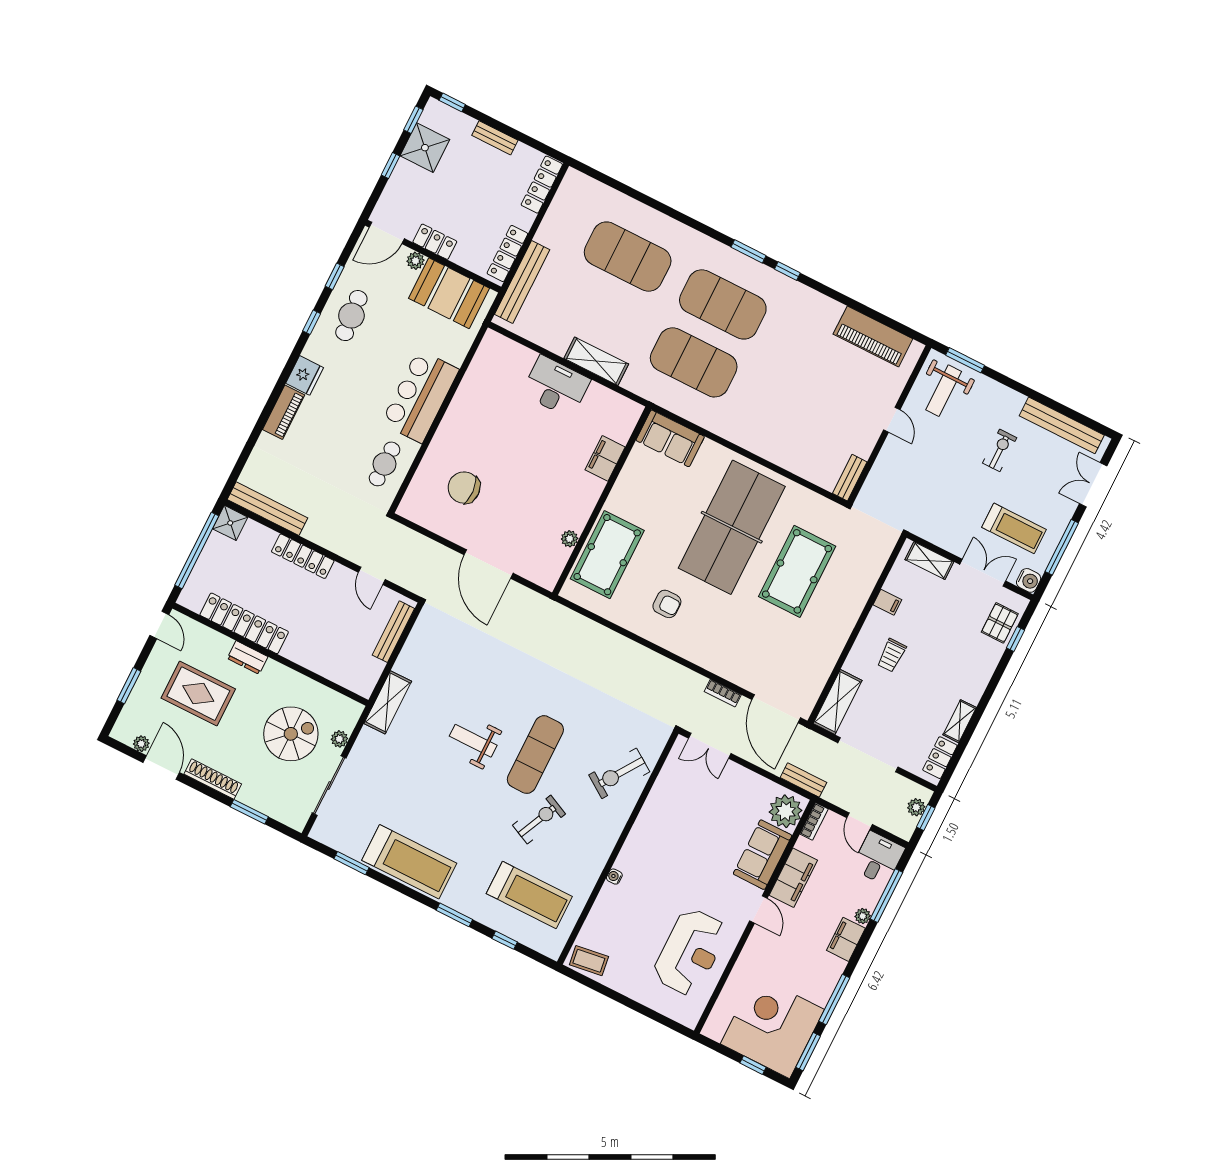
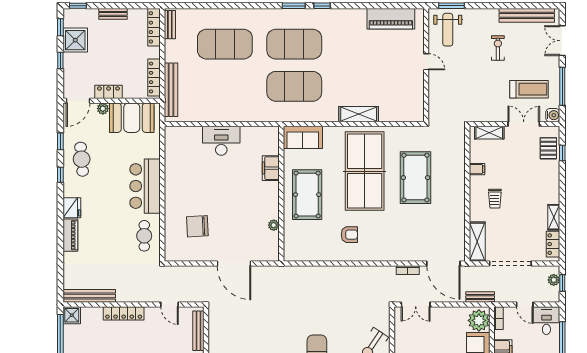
shelving: (596, 361) -> (359, 114), moved
bench: (850, 478) -> (170, 25), moved
pool table: (607, 555) -> (307, 195), moved

